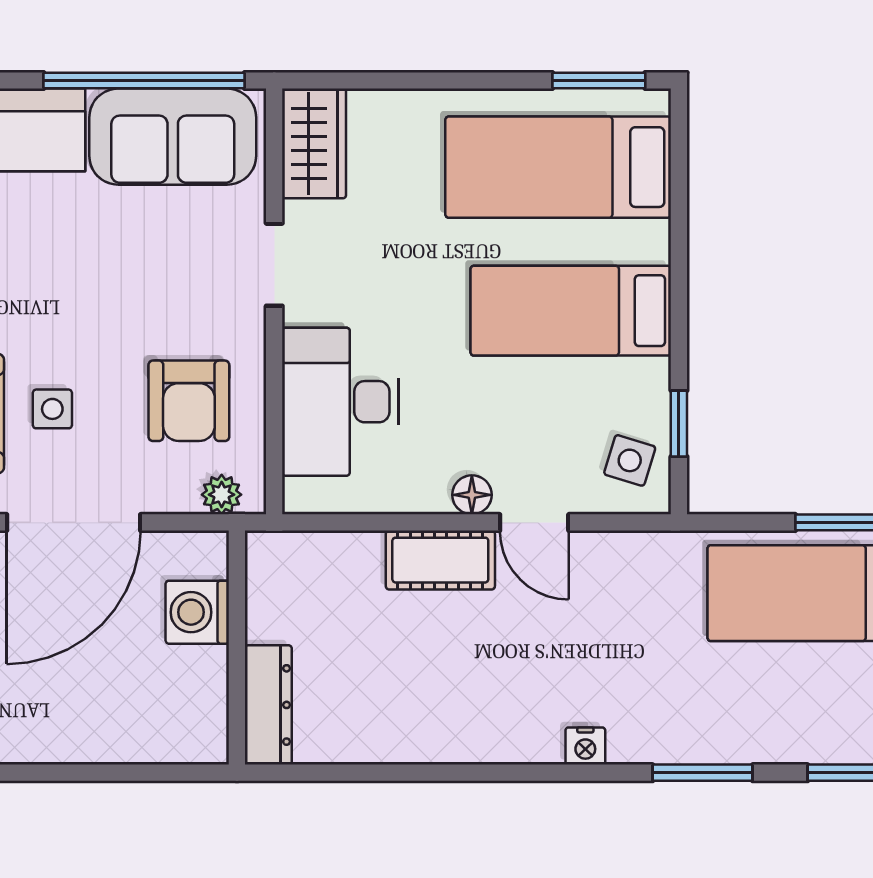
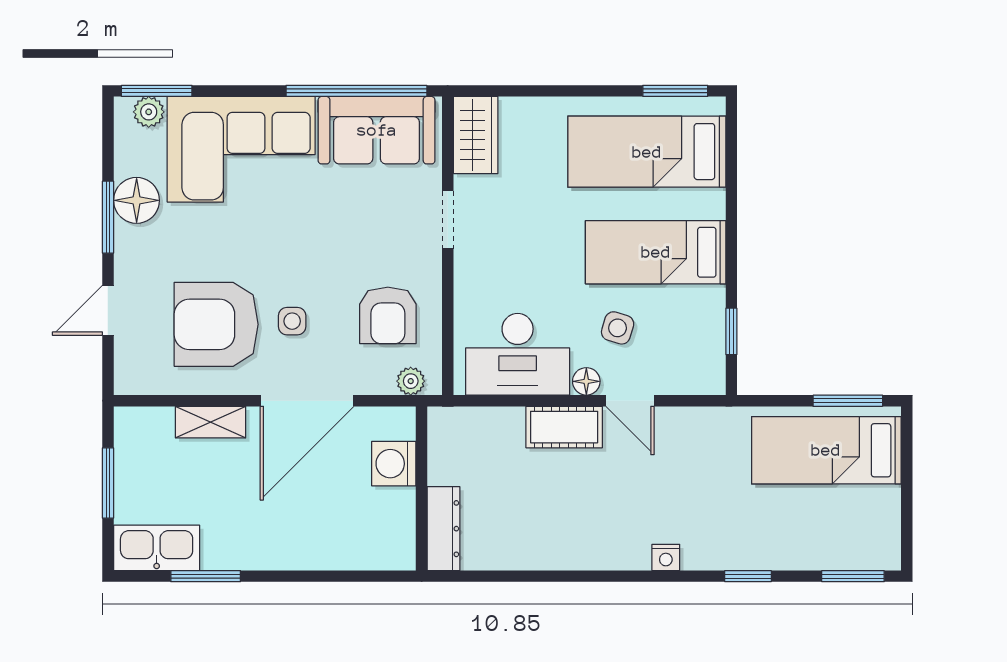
desk: (340, 402) -> (518, 354), moved, turned -90
side table: (630, 460) -> (618, 328), moved
window: (703, 773) -> (748, 576), width x0.67

